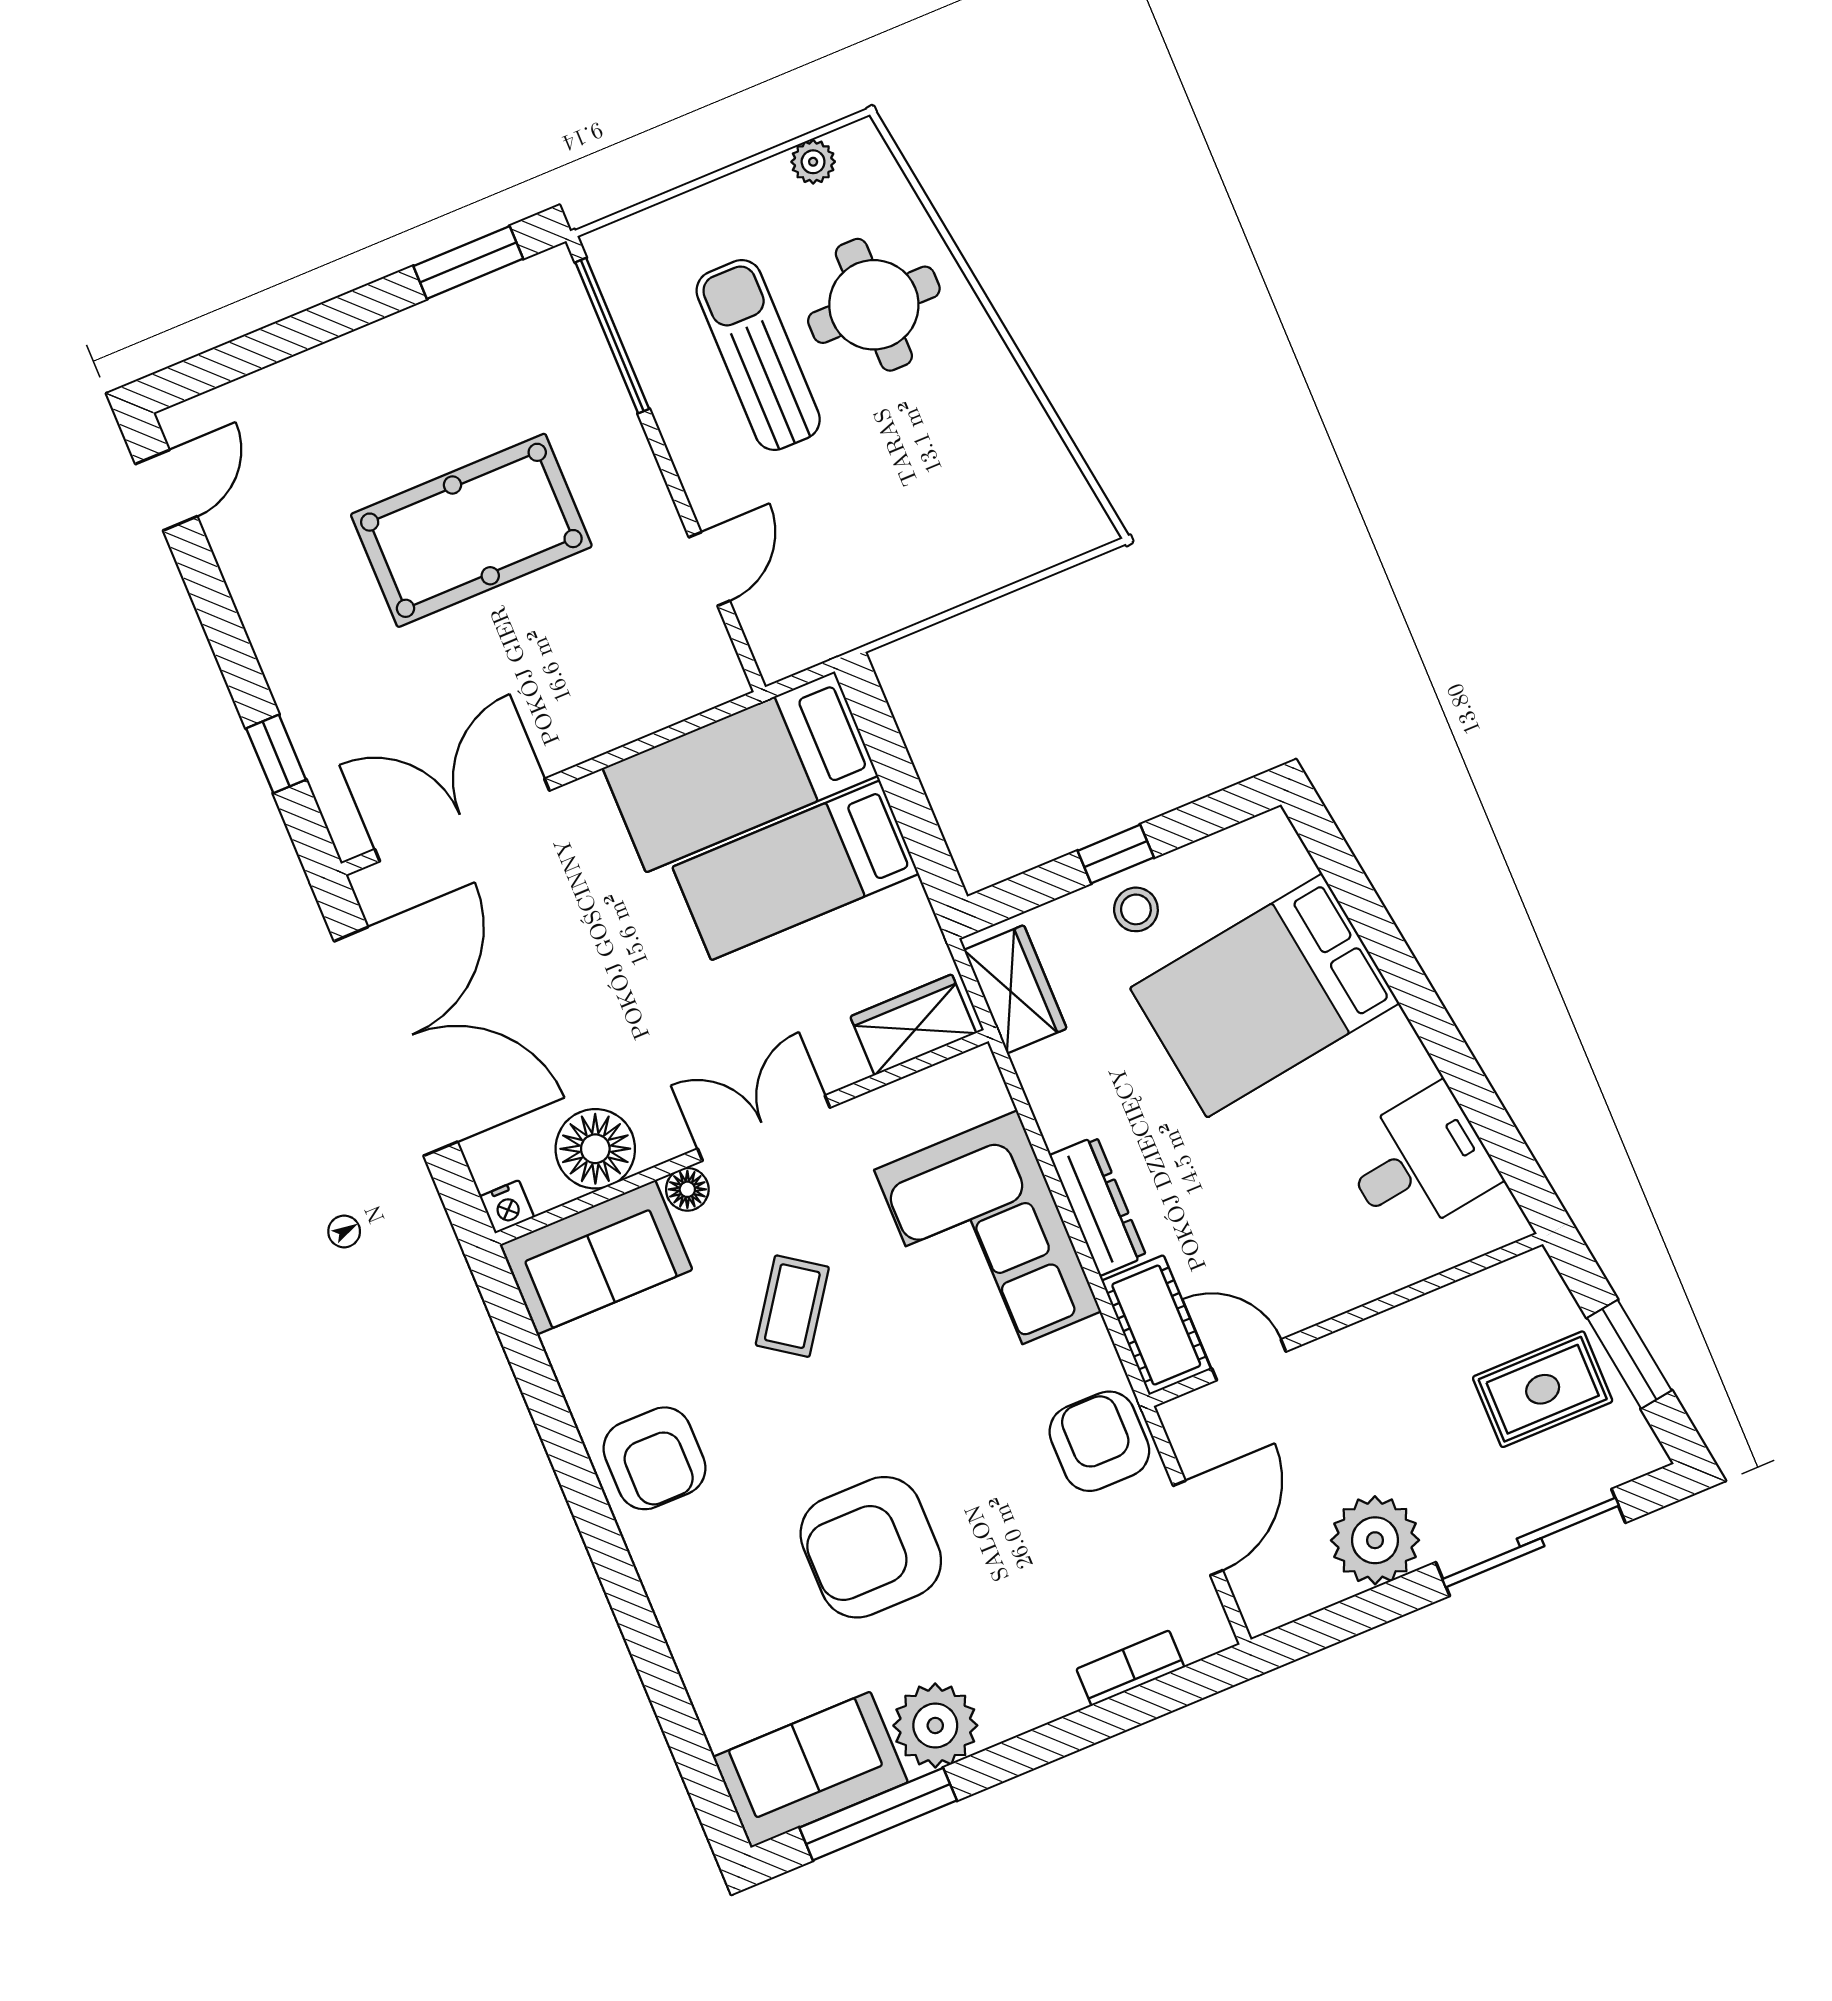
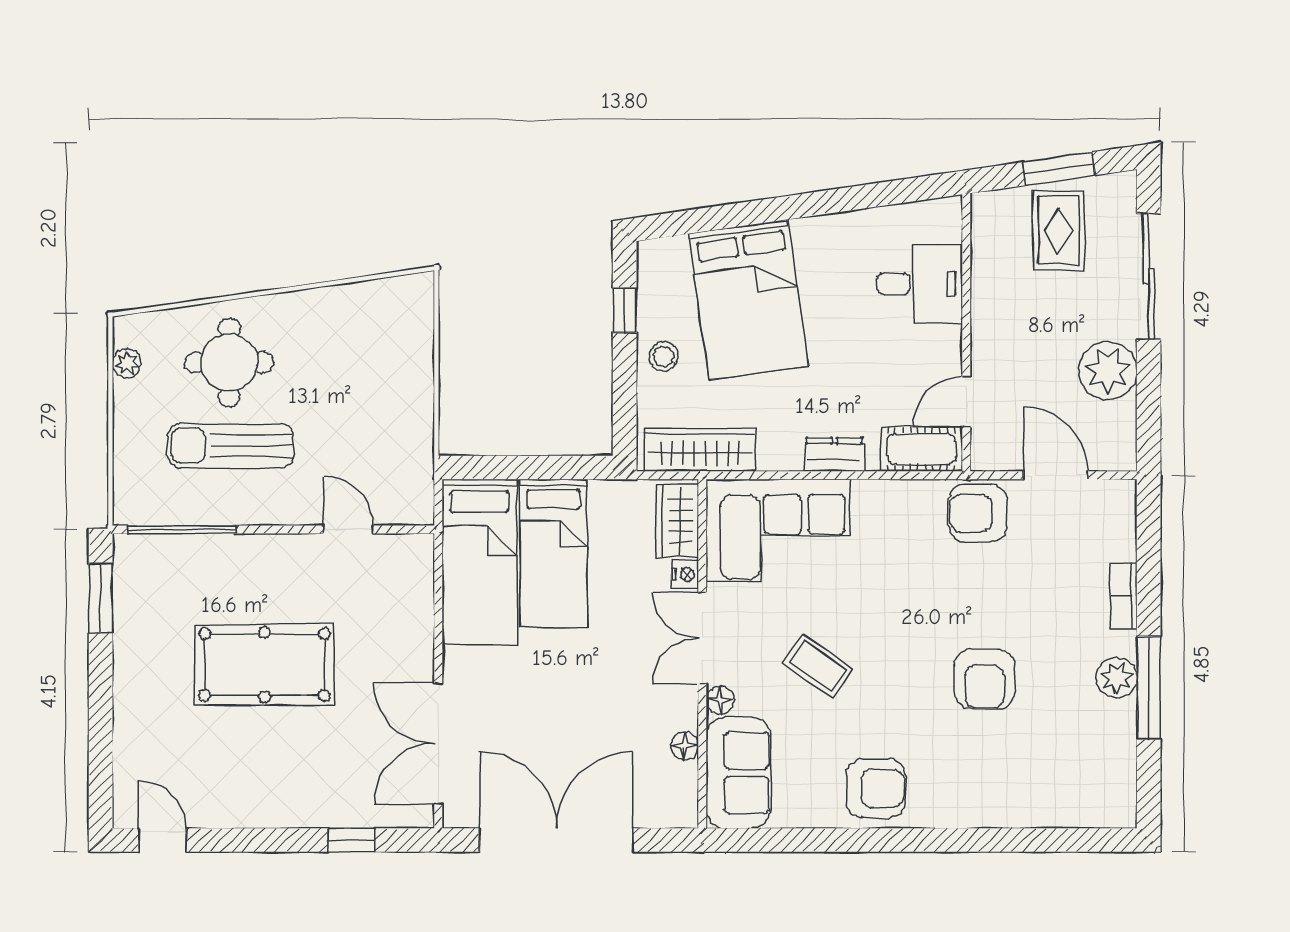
pool table: (471, 530) -> (264, 665), turned 90
window: (1116, 854) -> (625, 310), moved
wardrobe: (1015, 989) -> (700, 450), width x1.50
floor lamp: (595, 1149) -> (684, 746), width x0.53, depth x0.53
desk: (1419, 1162) -> (920, 284), moved, turned 98
dresser: (1098, 1206) -> (834, 454), width x0.70
nightstand: (507, 1207) -> (685, 575), moved
corner sofa: (988, 1241) -> (778, 530), moved
armchair: (871, 1547) -> (984, 679), width x0.73, depth x0.73
bookcase: (1130, 1668) -> (1124, 596), moved
plant: (935, 1725) -> (1117, 678), width x0.73, depth x0.73
sofa: (810, 1770) -> (1104, 772), removed
window: (878, 1814) -> (1149, 688), moved

